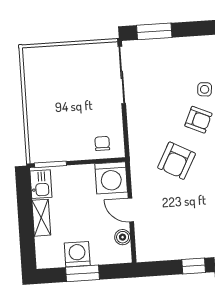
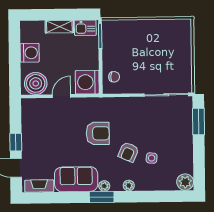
armchair: (177, 161) -> (98, 133), turned 152
boiler: (123, 237) -> (36, 83), width x1.86, depth x1.86
window: (82, 273) -> (15, 56), removed

